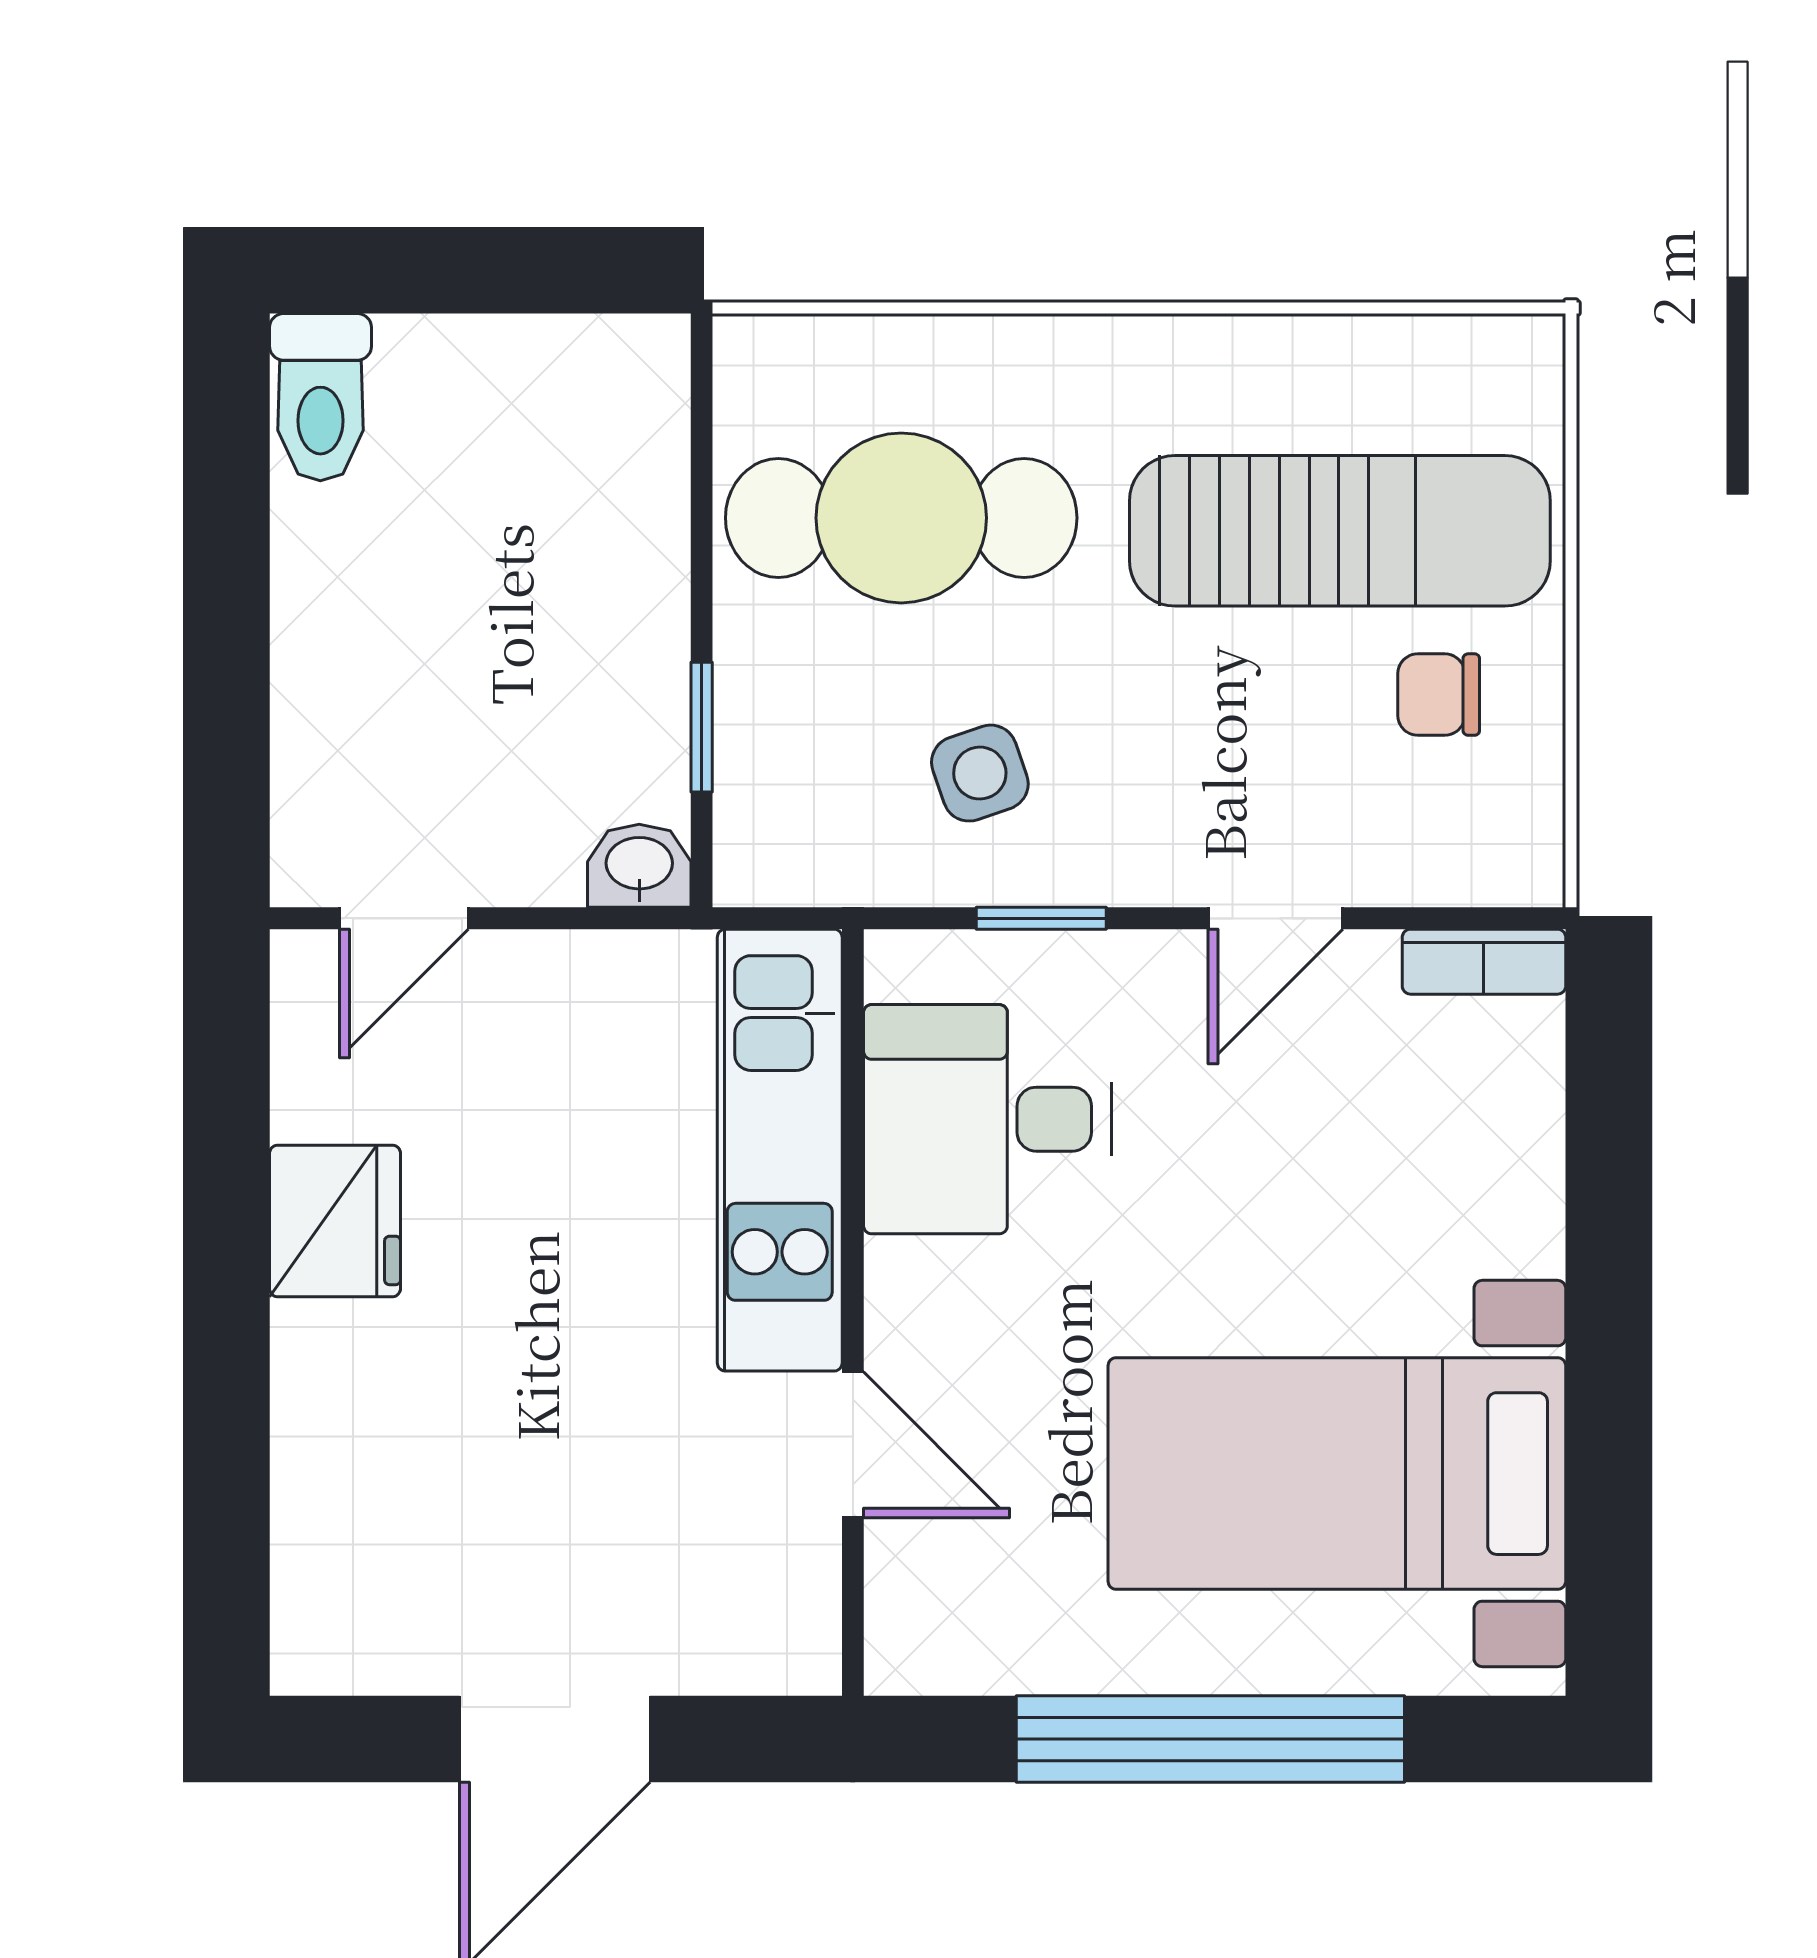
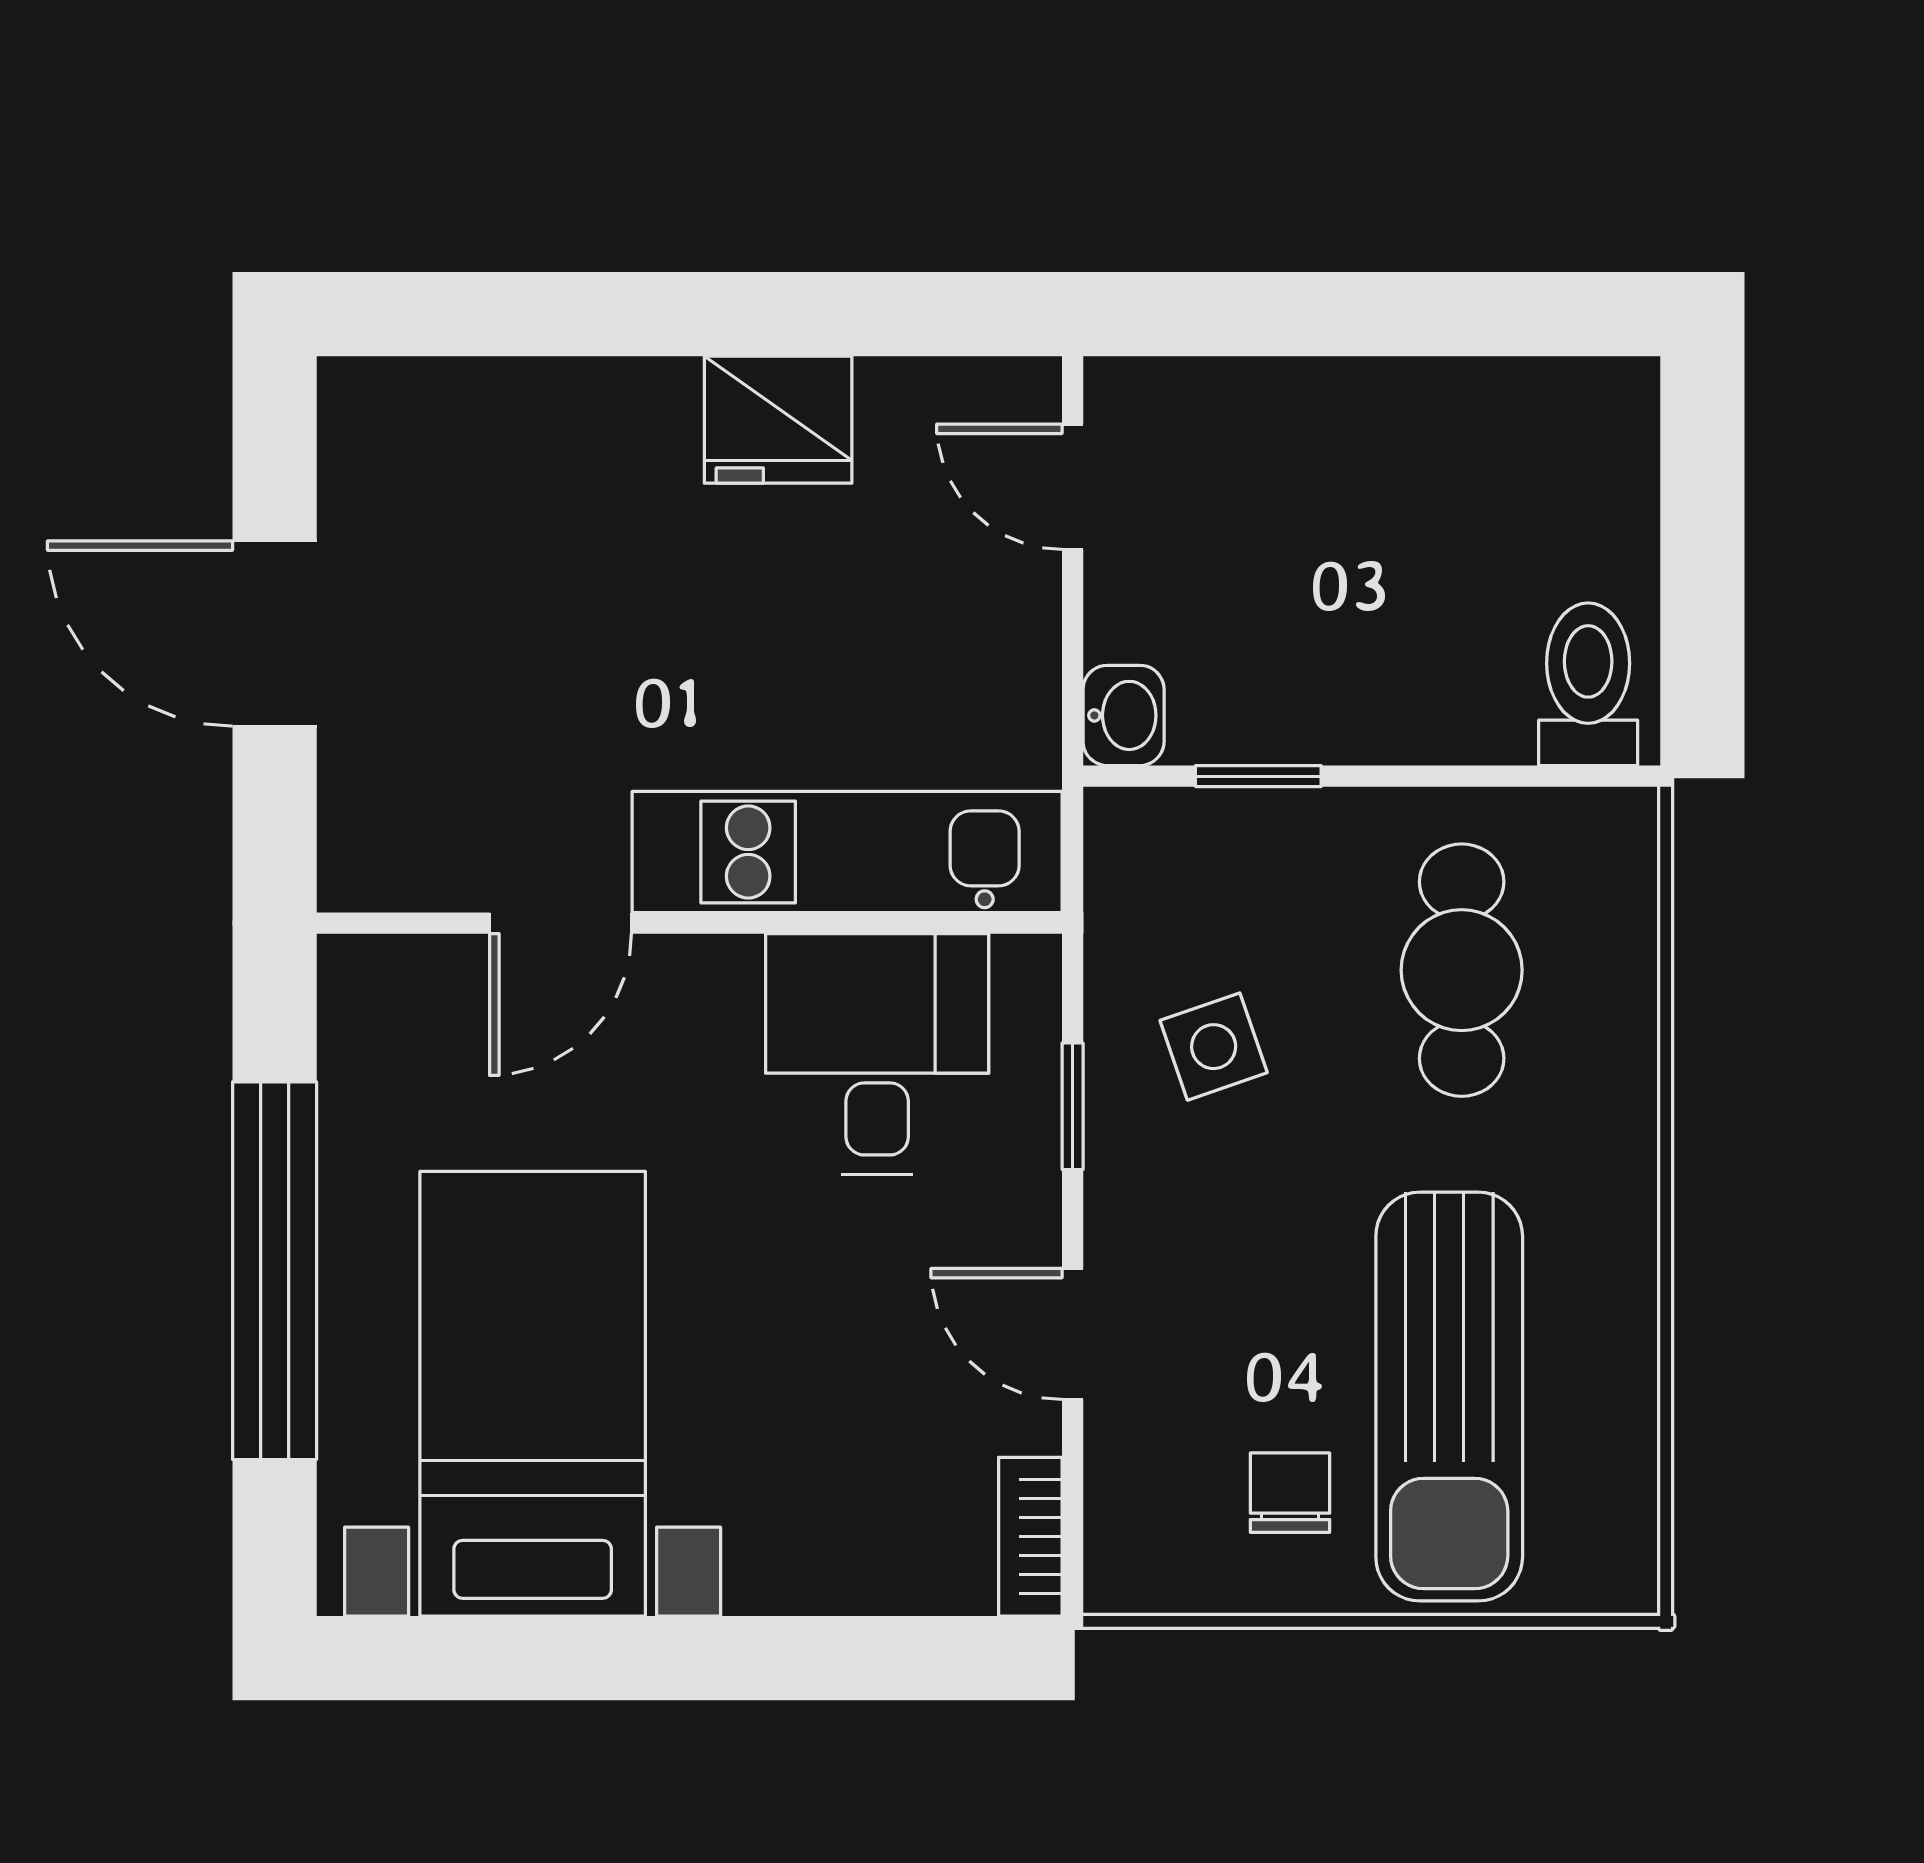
toilet: (320, 397) -> (1588, 684), moved, turned 90
cafe table: (901, 518) -> (1462, 970), width x0.73, depth x0.74

